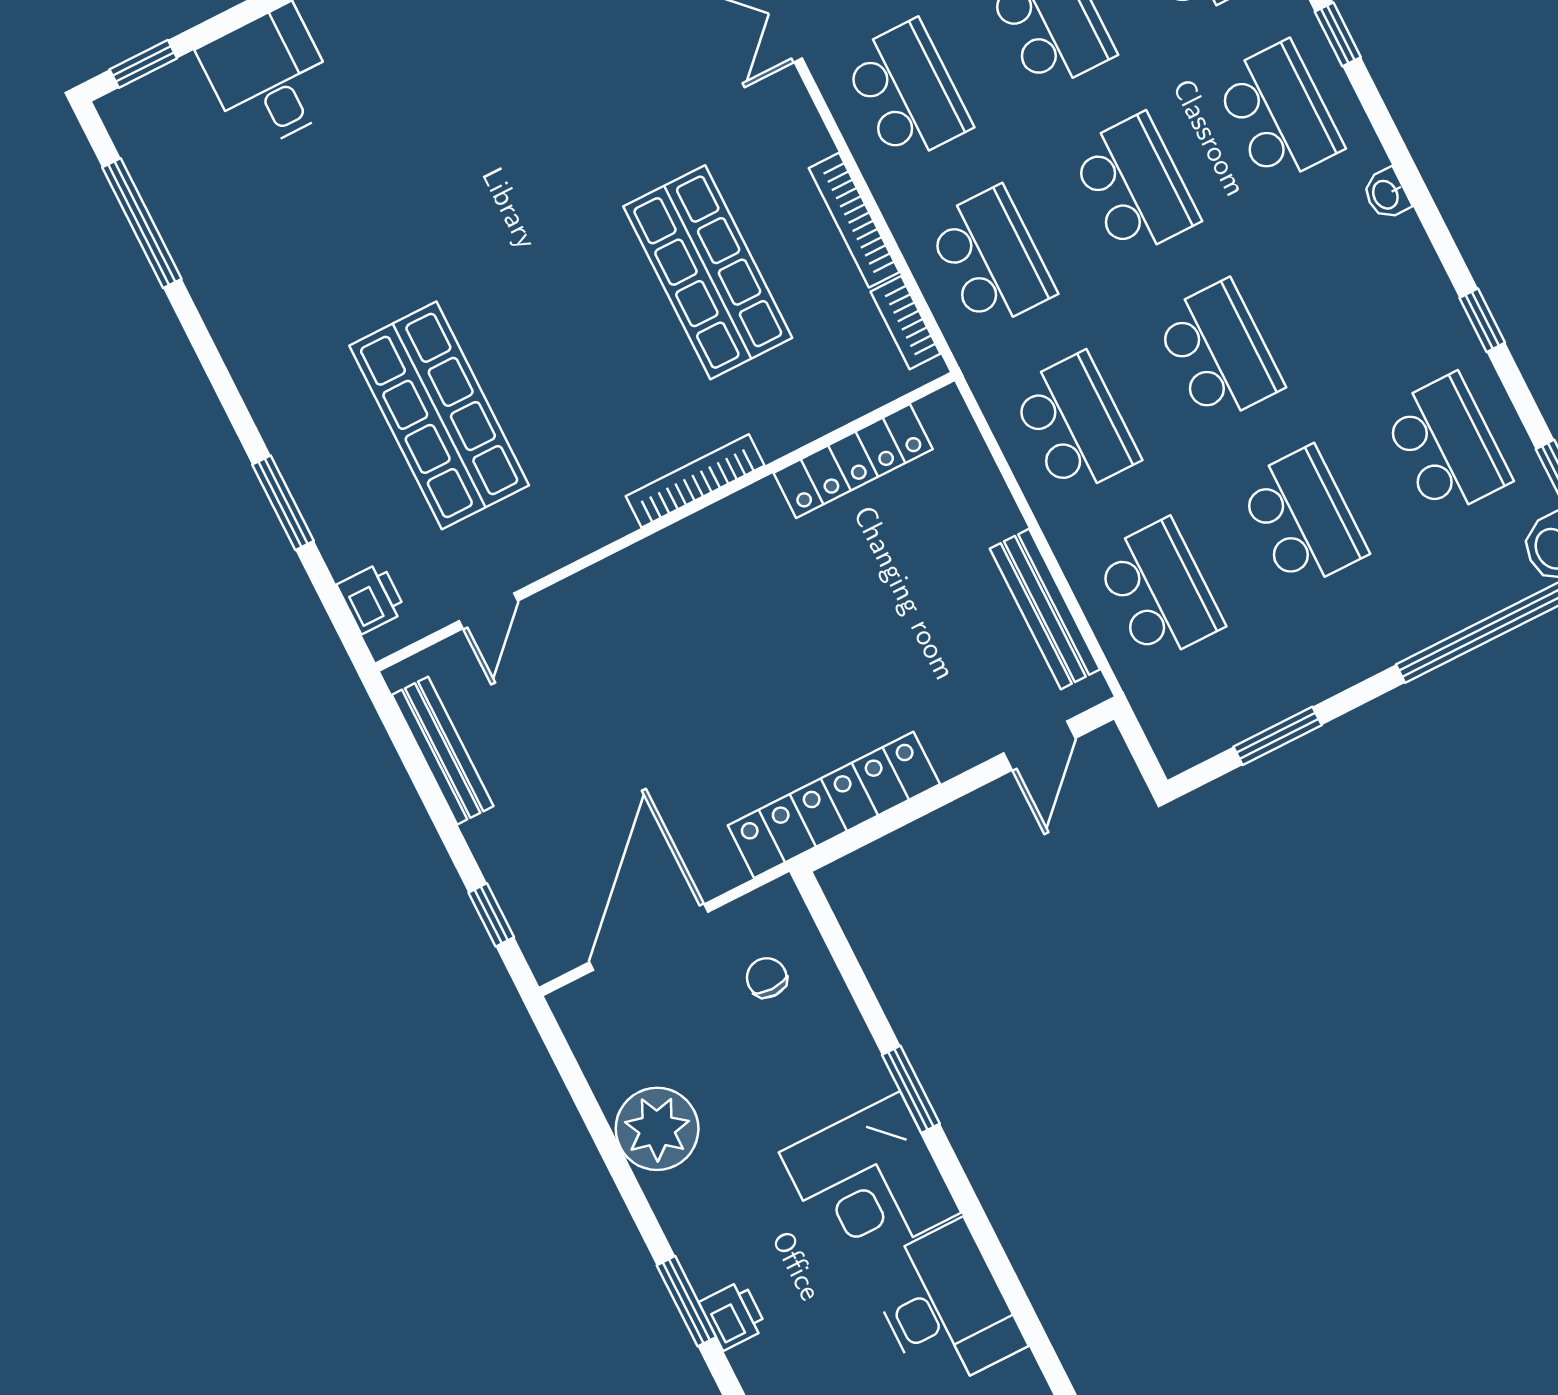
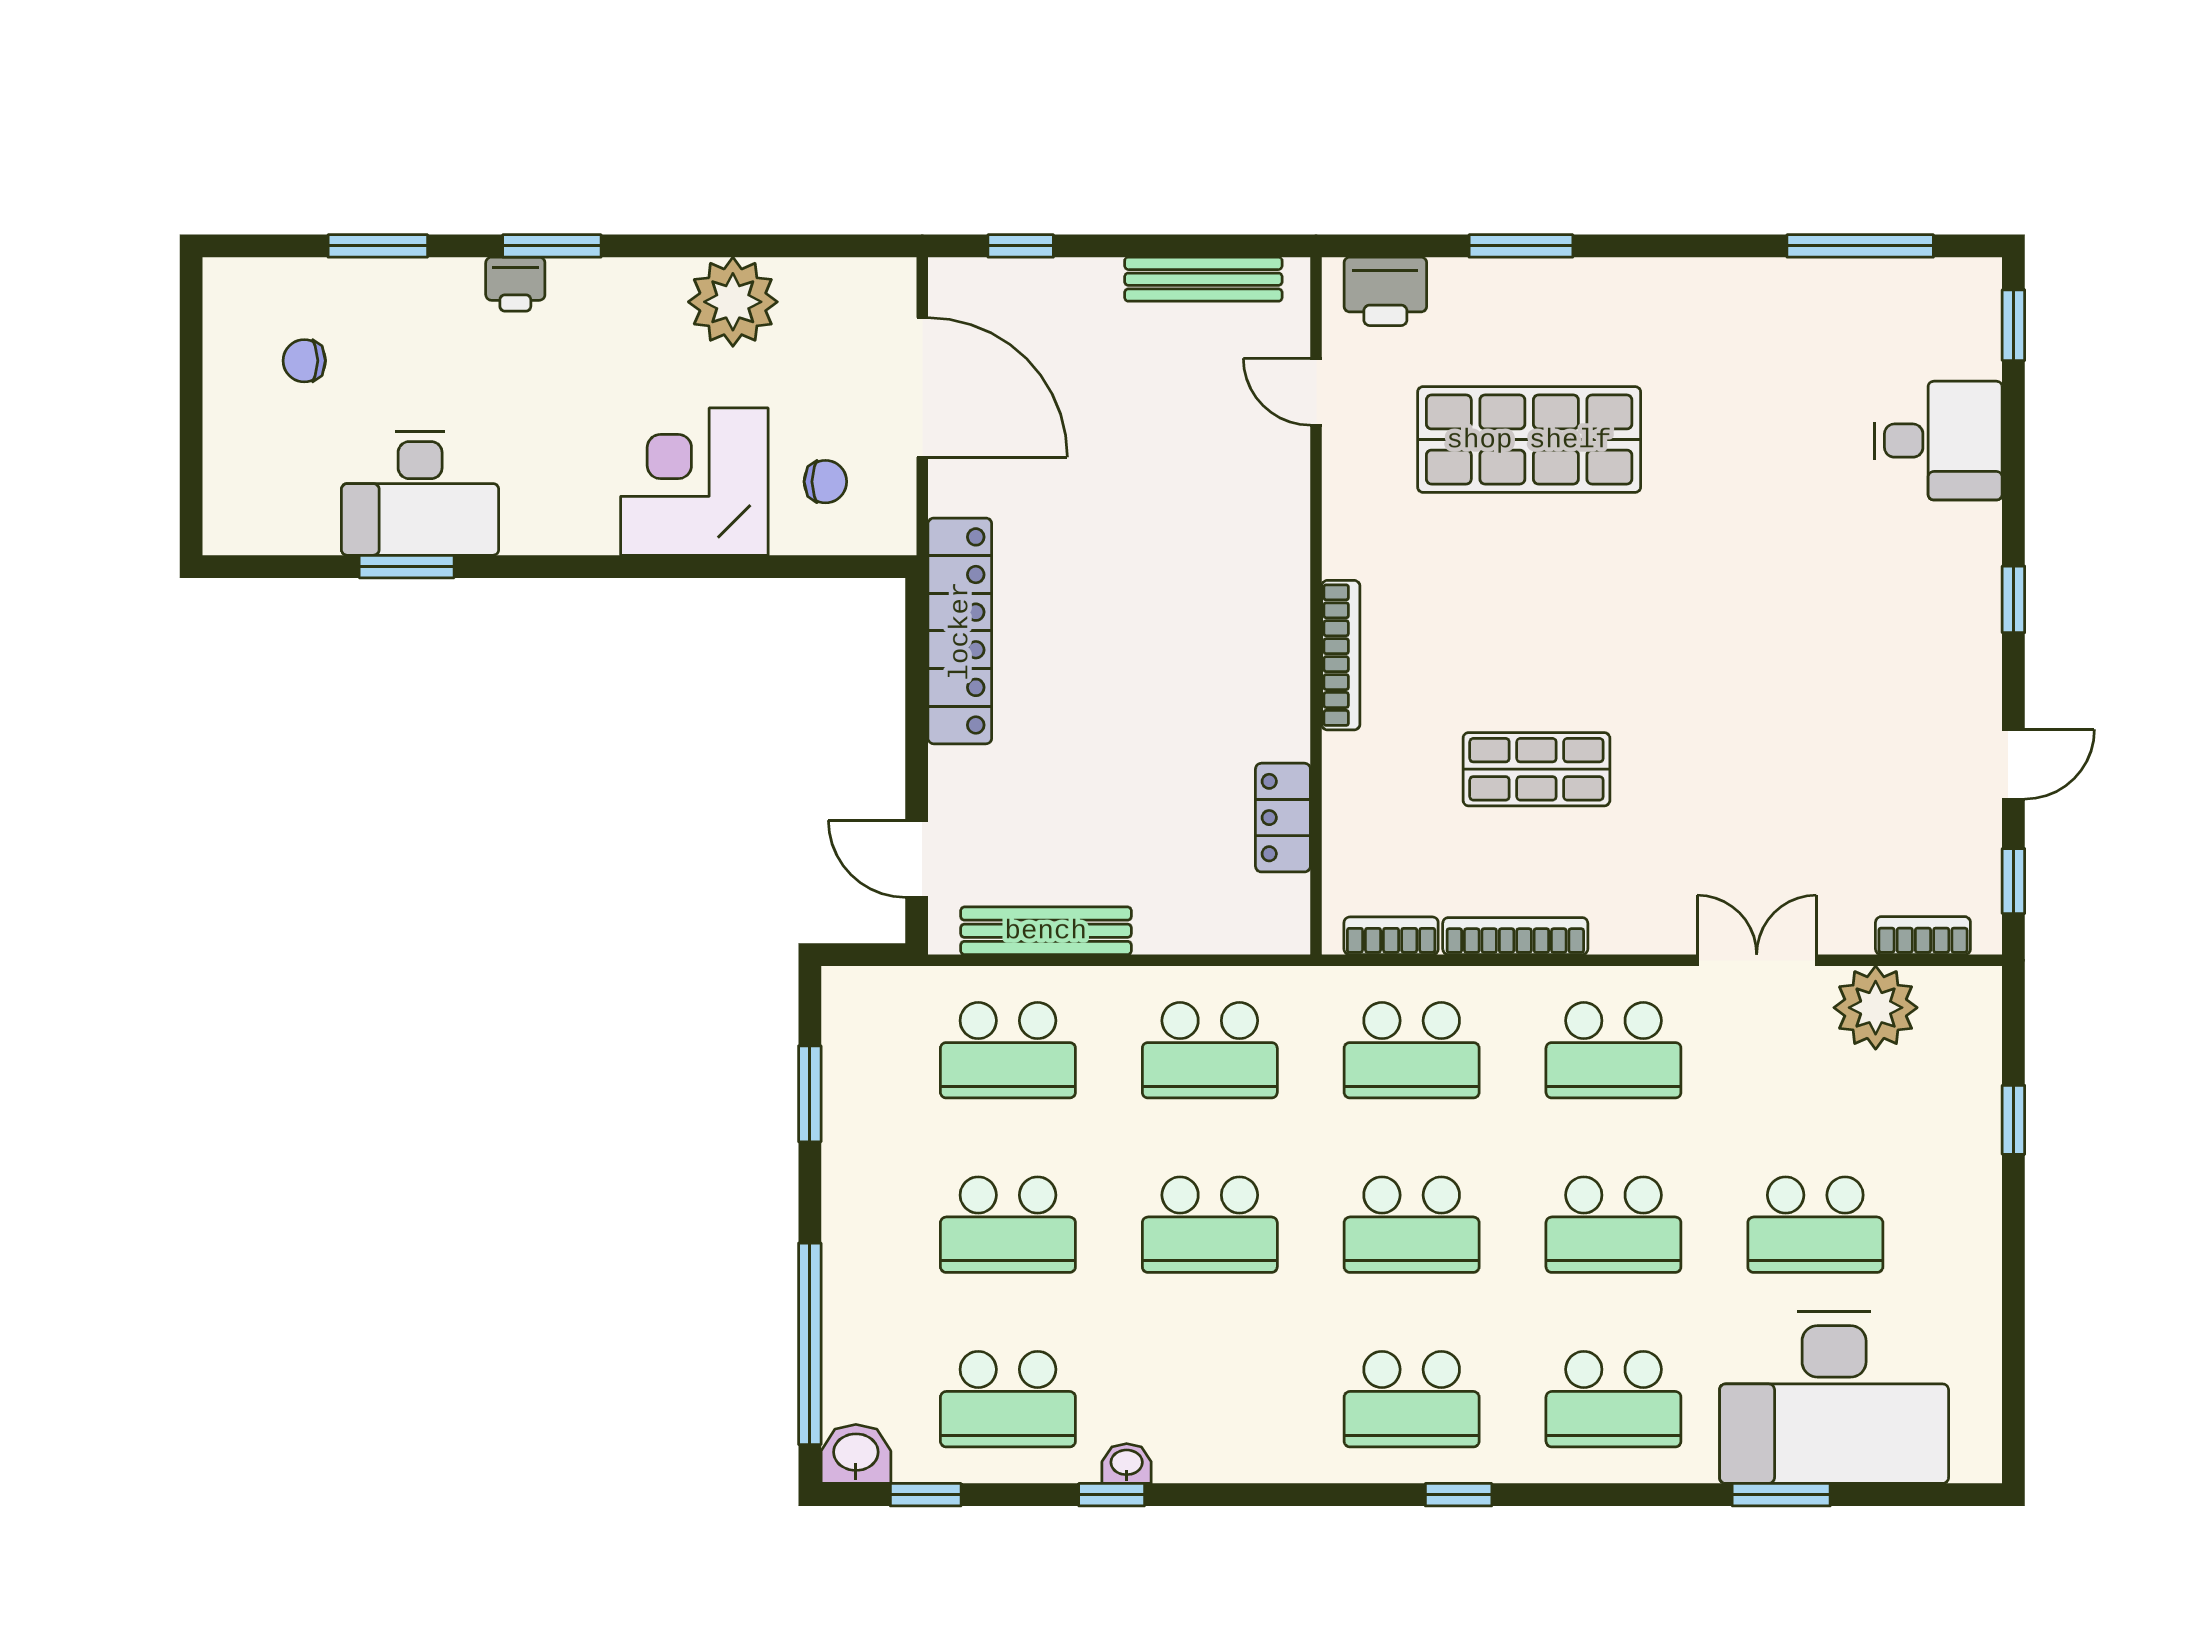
washbasin: (1386, 194) -> (1127, 1464), moved
shop shelf: (708, 272) -> (1536, 769), width x0.70, depth x0.74
locker: (853, 461) -> (1283, 818), width x0.66
printer: (371, 598) -> (1385, 291), width x1.36, depth x1.24
window: (911, 1089) -> (407, 567), moved
corner desk: (870, 1182) -> (694, 482), moved

